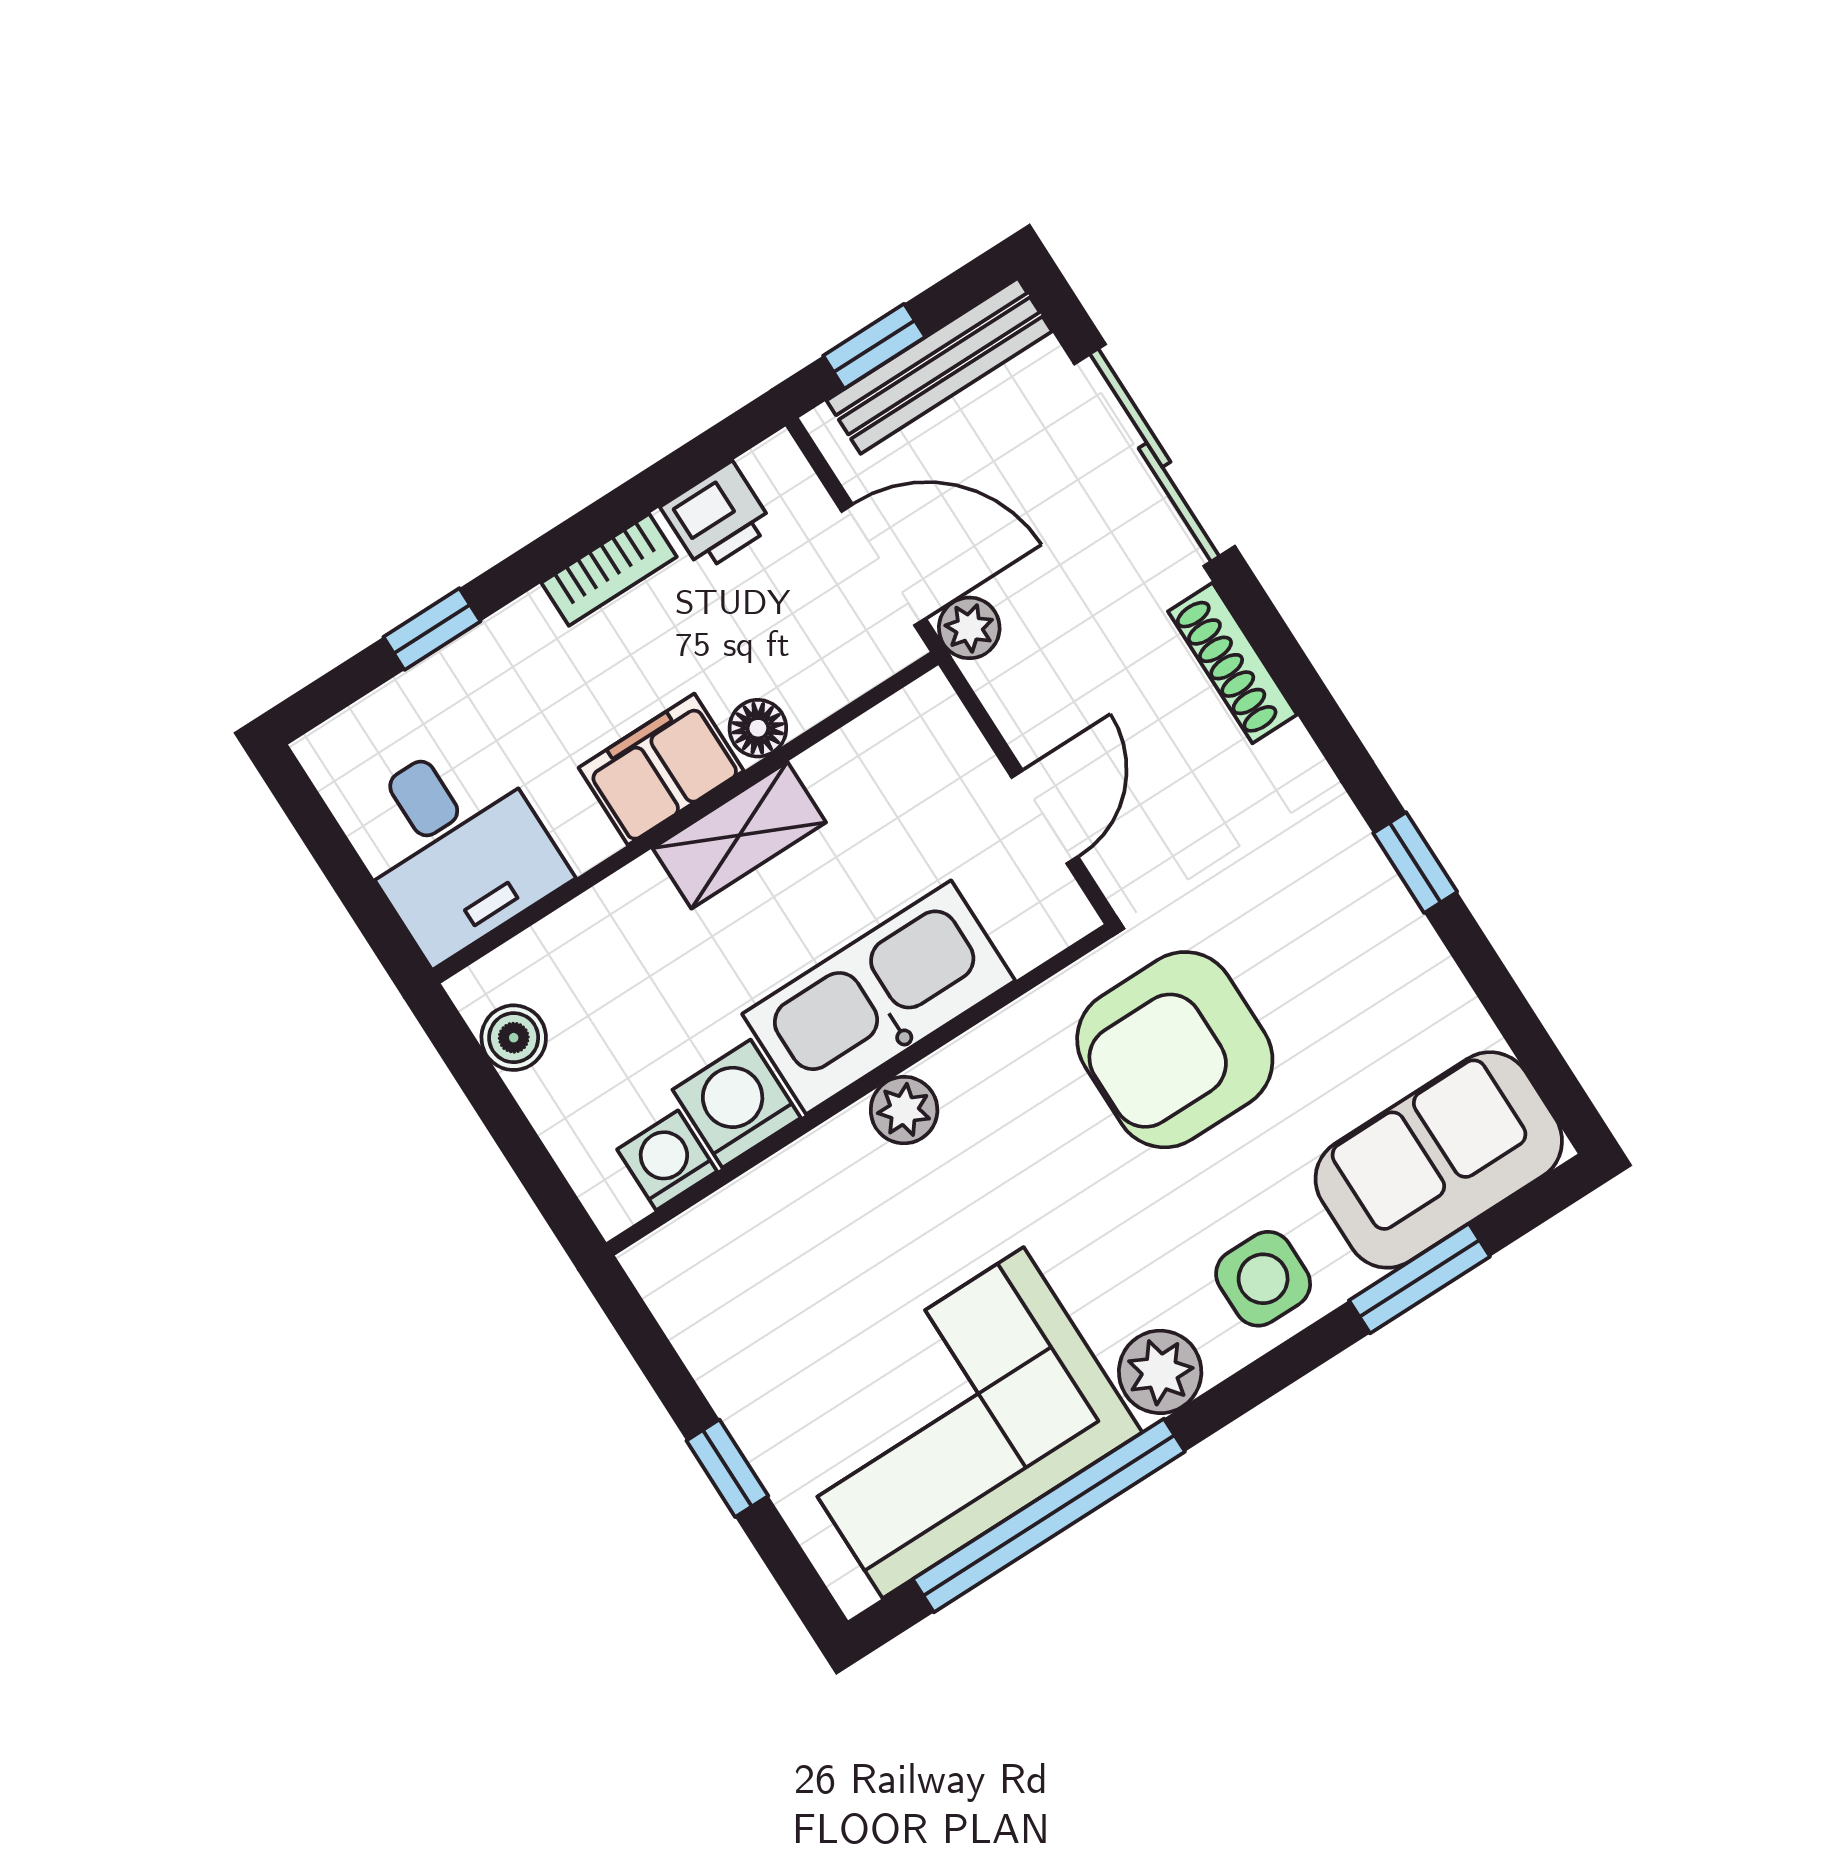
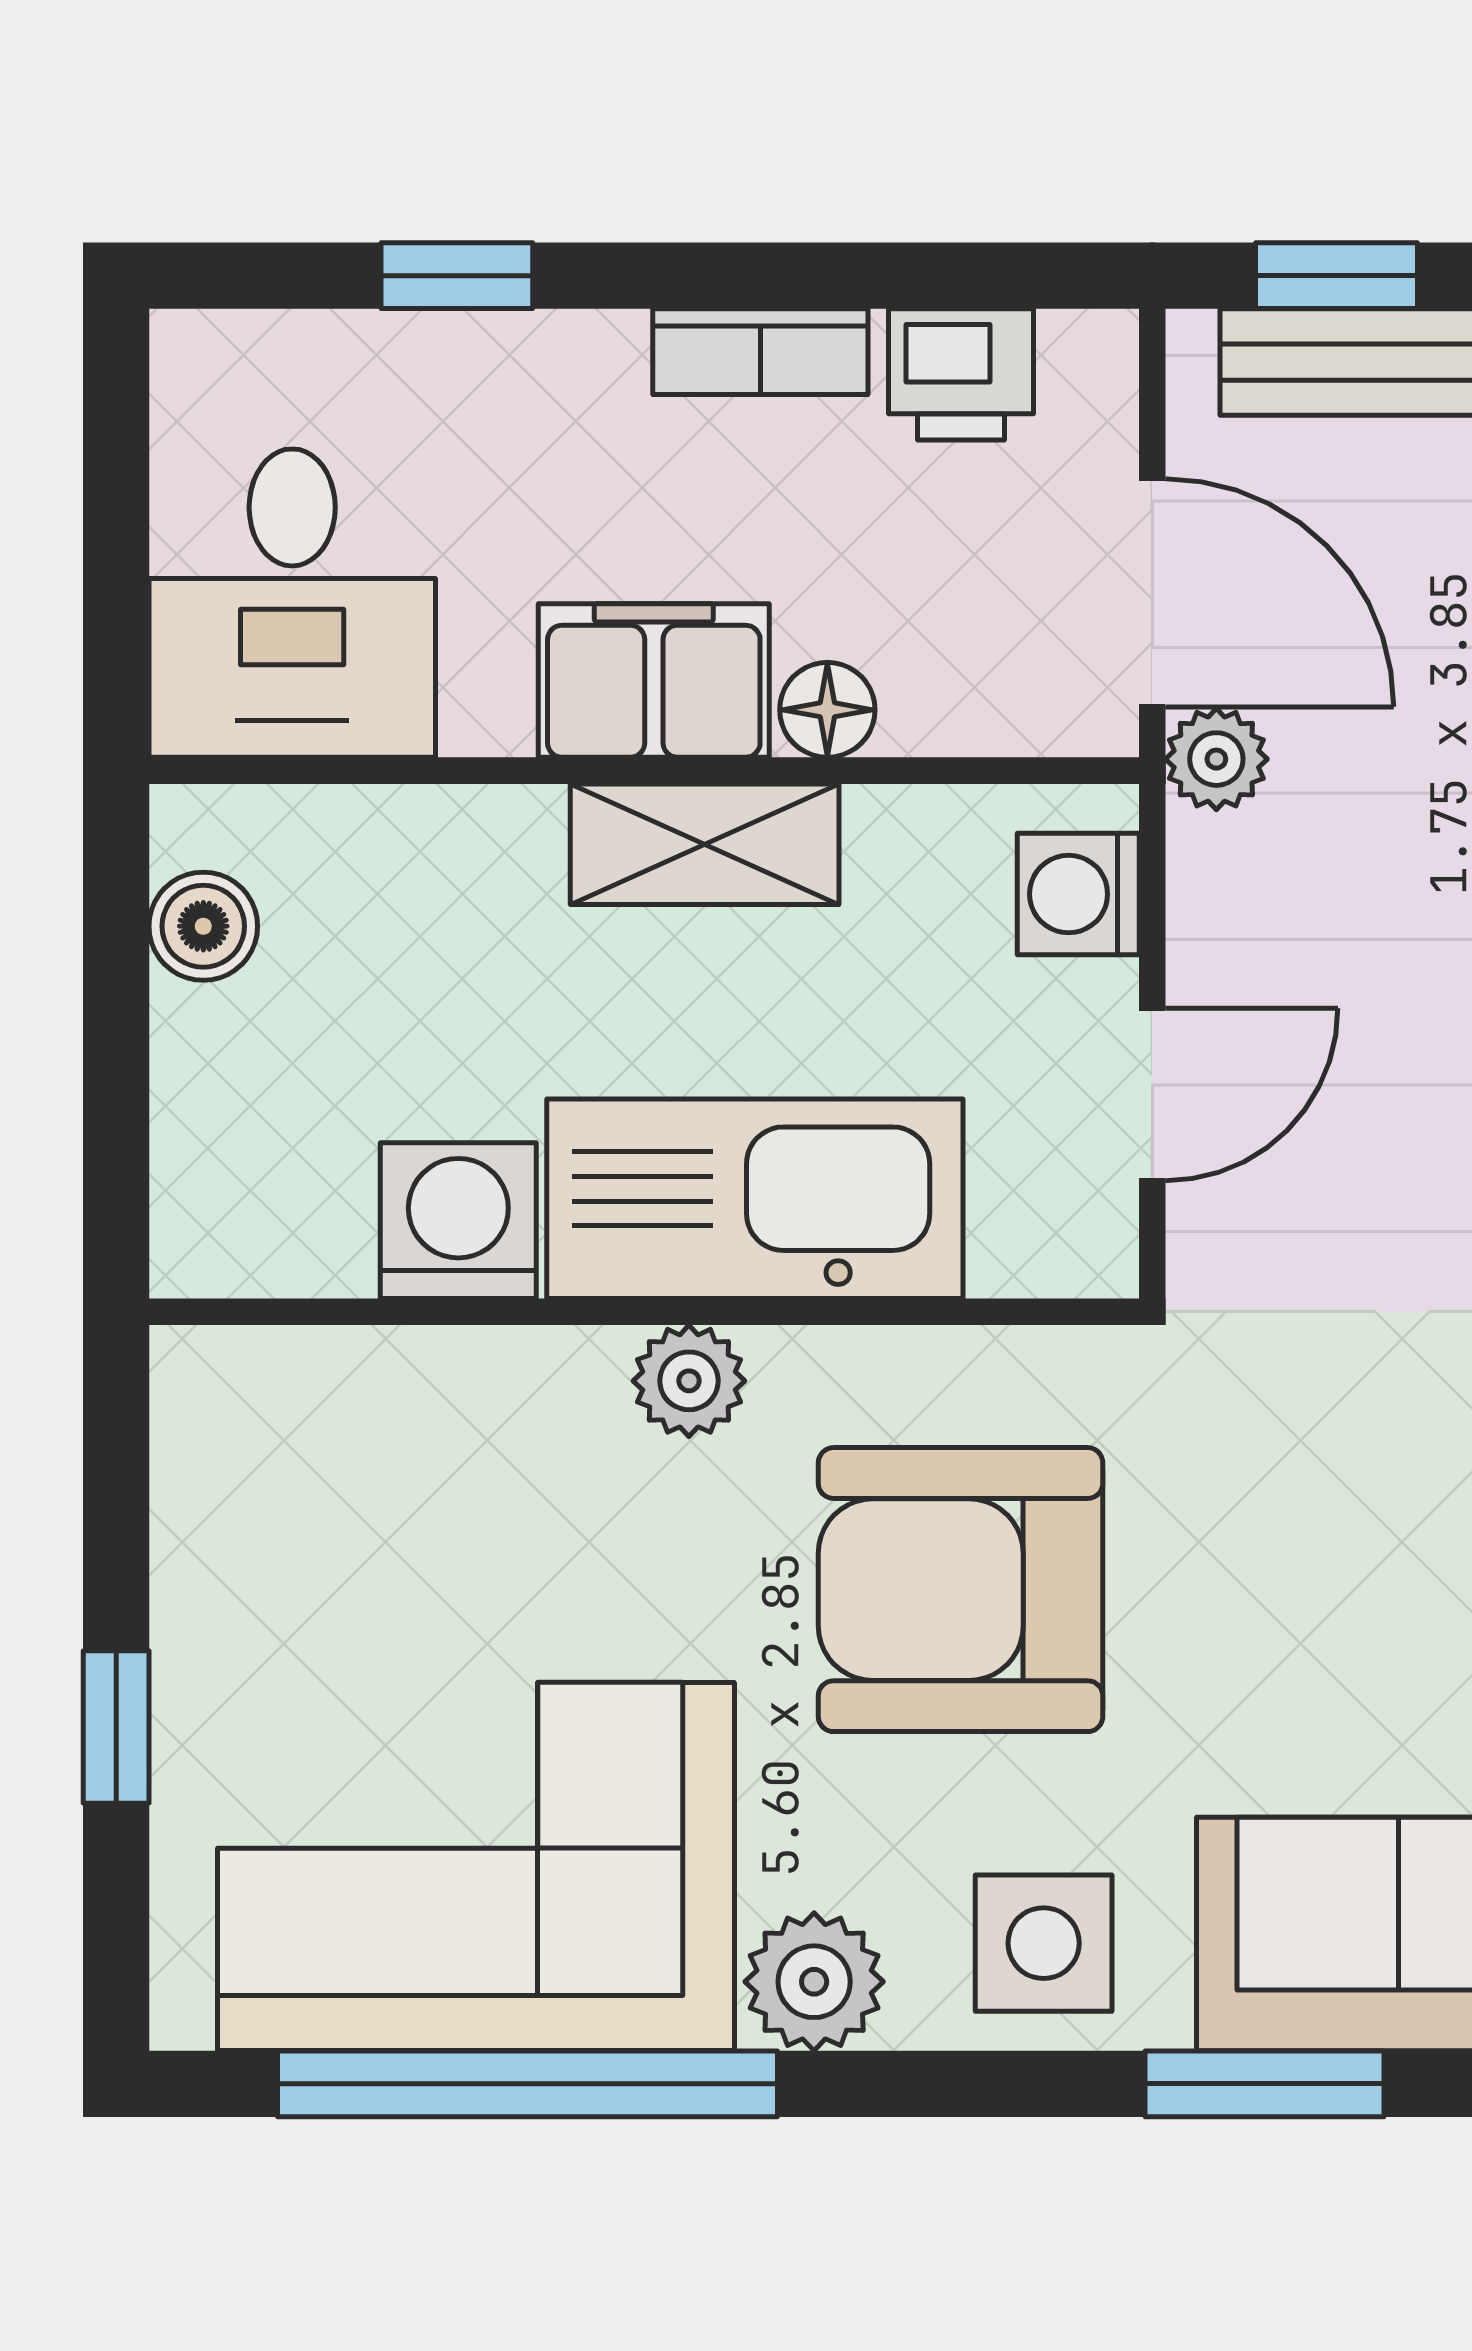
armchair: (1175, 1050) -> (961, 1590), moved
washing machine: (667, 1160) -> (1078, 894), moved, turned -90

